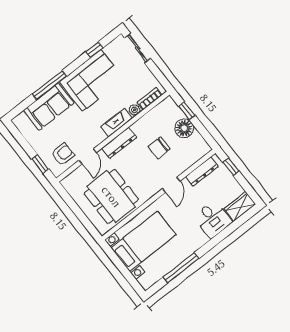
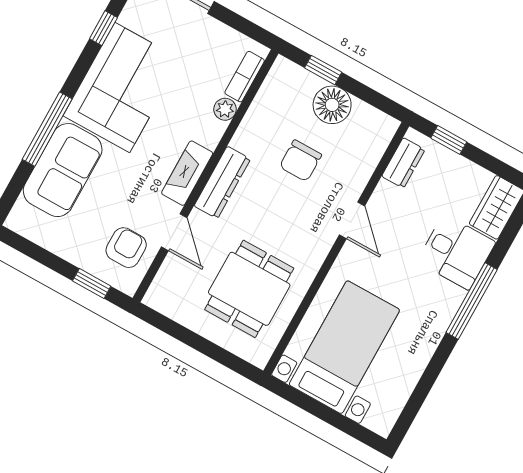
fireplace: (117, 123) -> (187, 173), moved
dresser: (202, 171) -> (403, 163), width x0.70
dining table: (111, 197) -> (249, 289), width x0.73
window: (181, 268) -> (472, 301), moved

